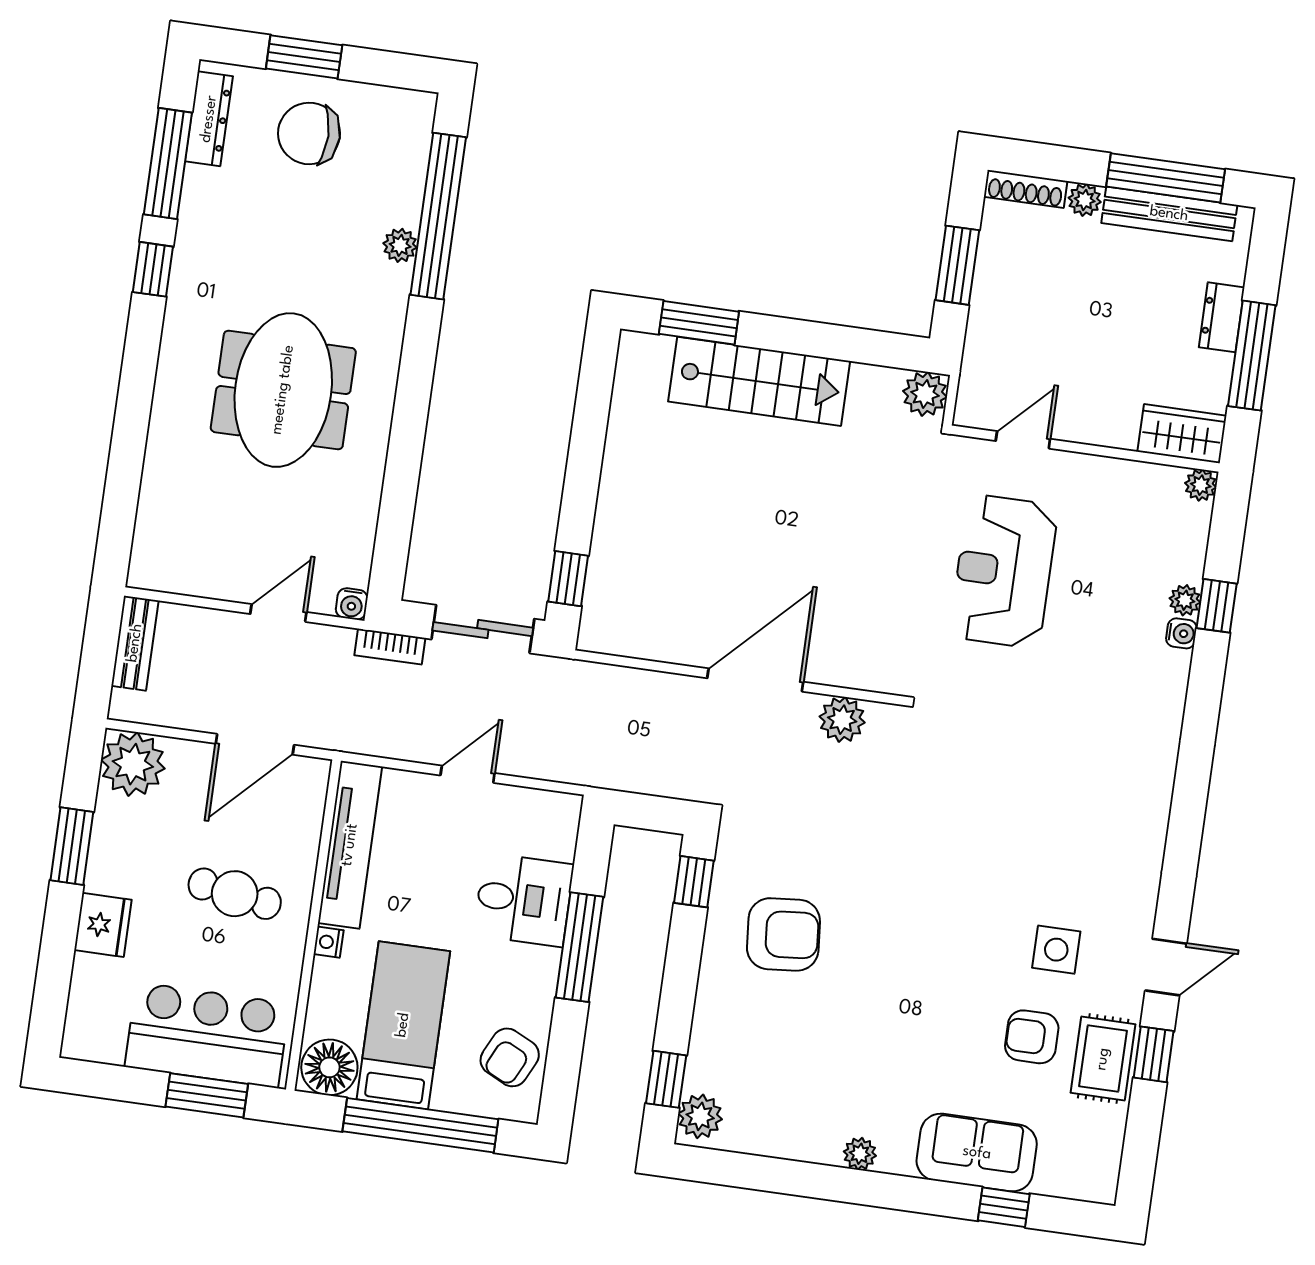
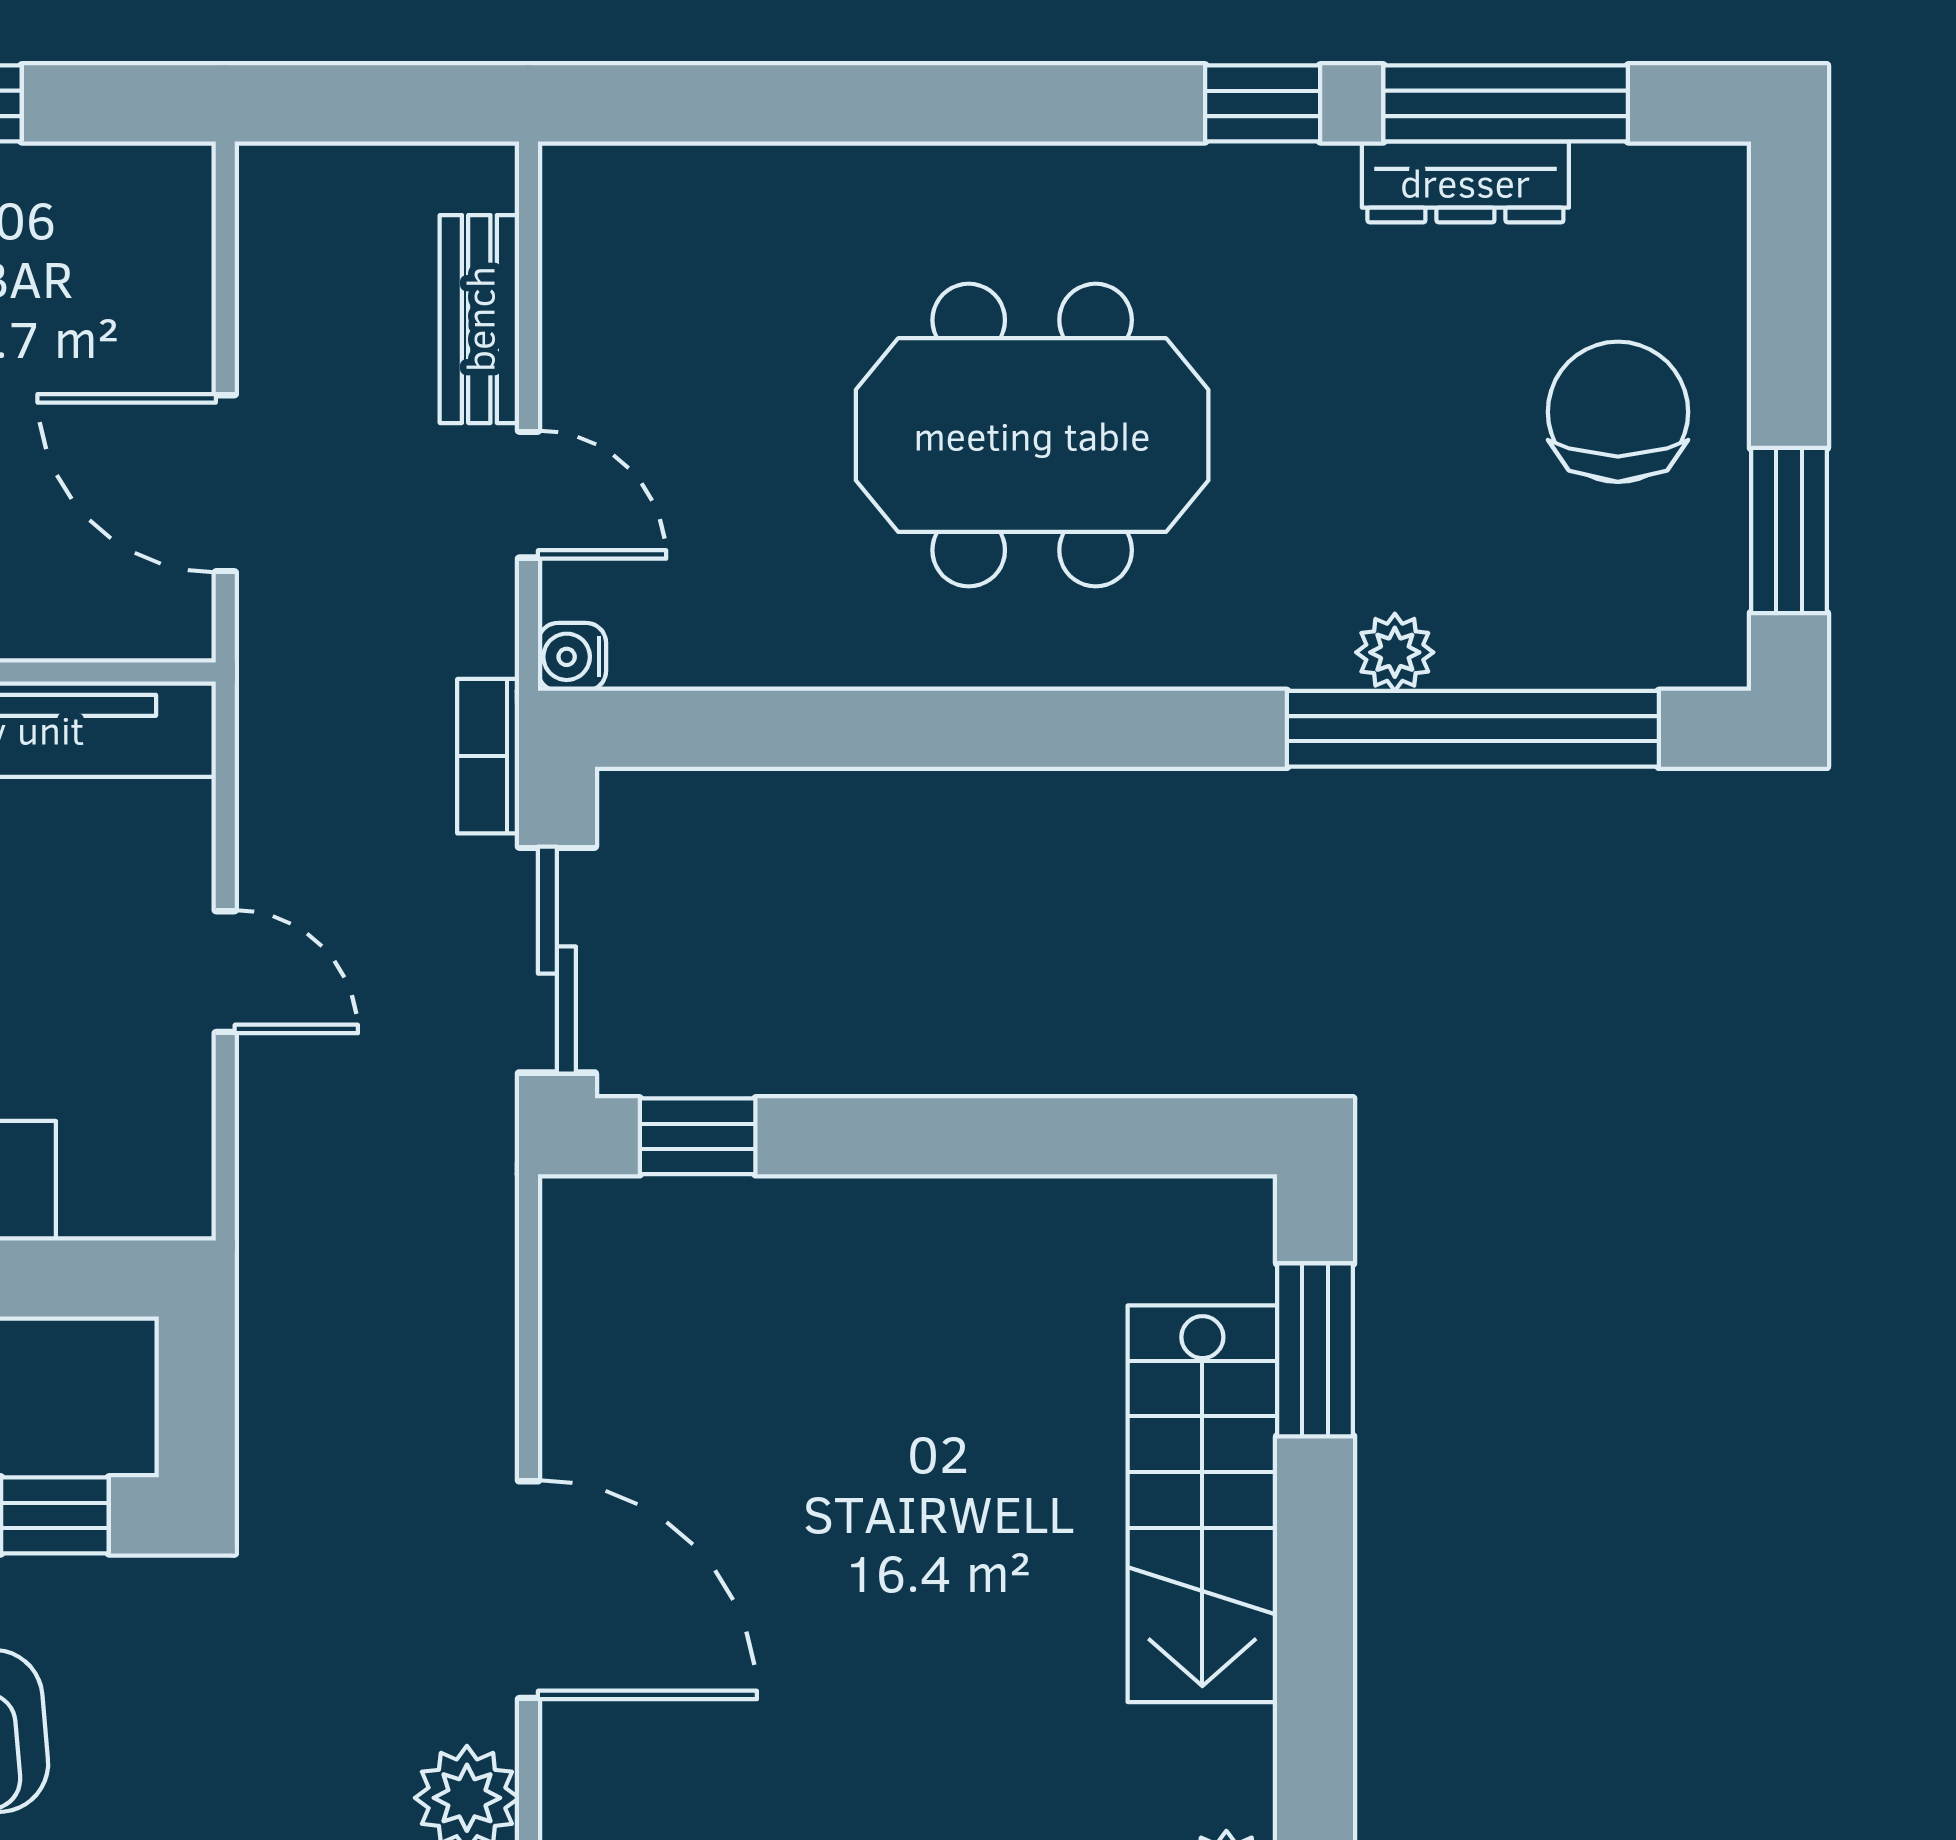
window: (304, 57) -> (1789, 530), moved
dresser: (209, 119) -> (1465, 182), moved
bench: (135, 643) -> (479, 319), moved, turned 90
plant: (133, 764) -> (142, 215), removed

